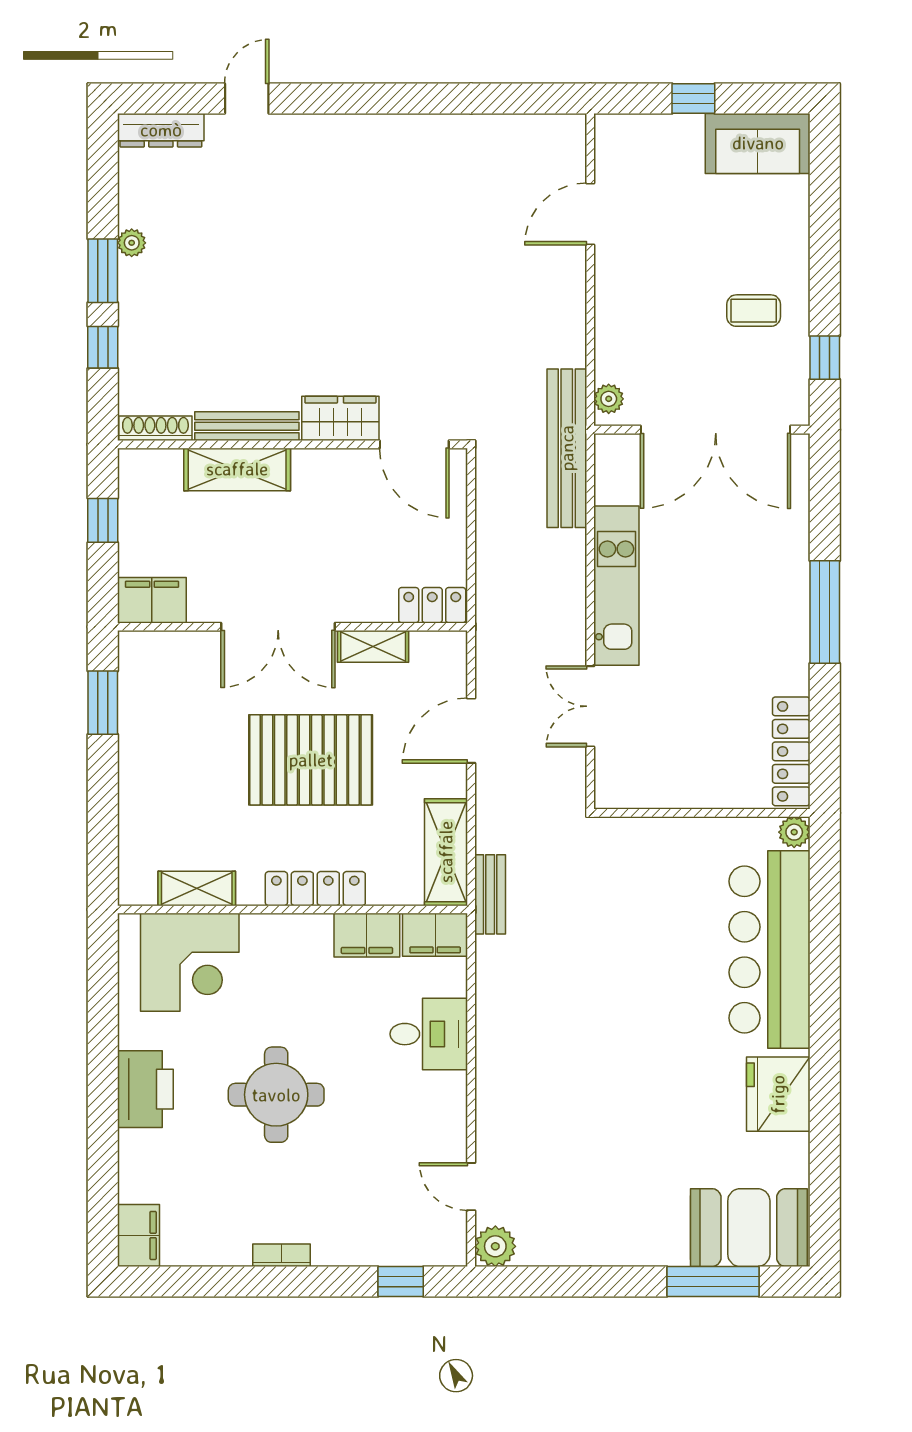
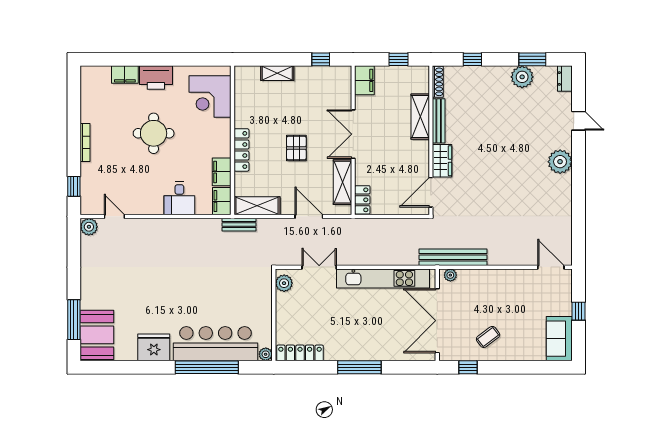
dresser: (161, 130) -> (565, 79), width x0.70
plant: (343, 142) -> (560, 162), added
door: (590, 214) -> (551, 267), moved
plant: (132, 243) -> (522, 77), width x1.87, depth x1.87
window: (103, 271) -> (532, 59), moved
coffee table: (754, 311) -> (488, 337), turned 53
bench: (567, 448) -> (453, 257), moved
kitchen unit: (616, 586) -> (383, 278), width x1.36
shelving: (373, 646) -> (343, 182), width x1.50, depth x1.33
window: (103, 703) -> (321, 59), width x0.67
pallet: (311, 760) -> (296, 148), width x0.49, depth x0.50
plant: (628, 789) -> (284, 283), added
shelving: (197, 888) -> (277, 73), moved, turned 90
window: (825, 970) -> (207, 367), added
door: (471, 1187) -> (114, 216), hinge flipped
filing cabinet: (139, 1235) -> (125, 75), moved
bookcase: (282, 1255) -> (85, 142), width x1.56

